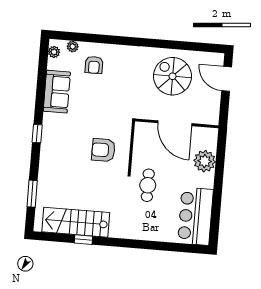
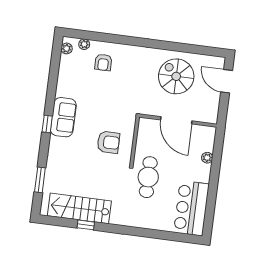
sofa: (57, 92) -> (63, 117), moved
armchair: (103, 150) -> (108, 142), turned 180
plant: (205, 161) -> (207, 158), width x0.53, depth x0.53
cafe table: (148, 185) -> (148, 177), width x1.37, depth x1.35

